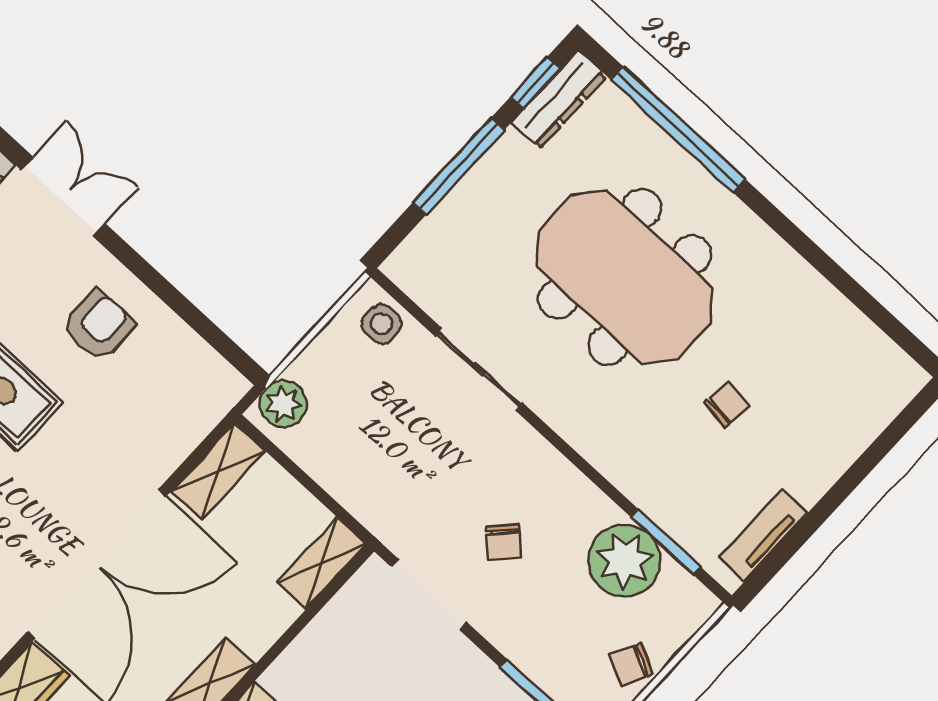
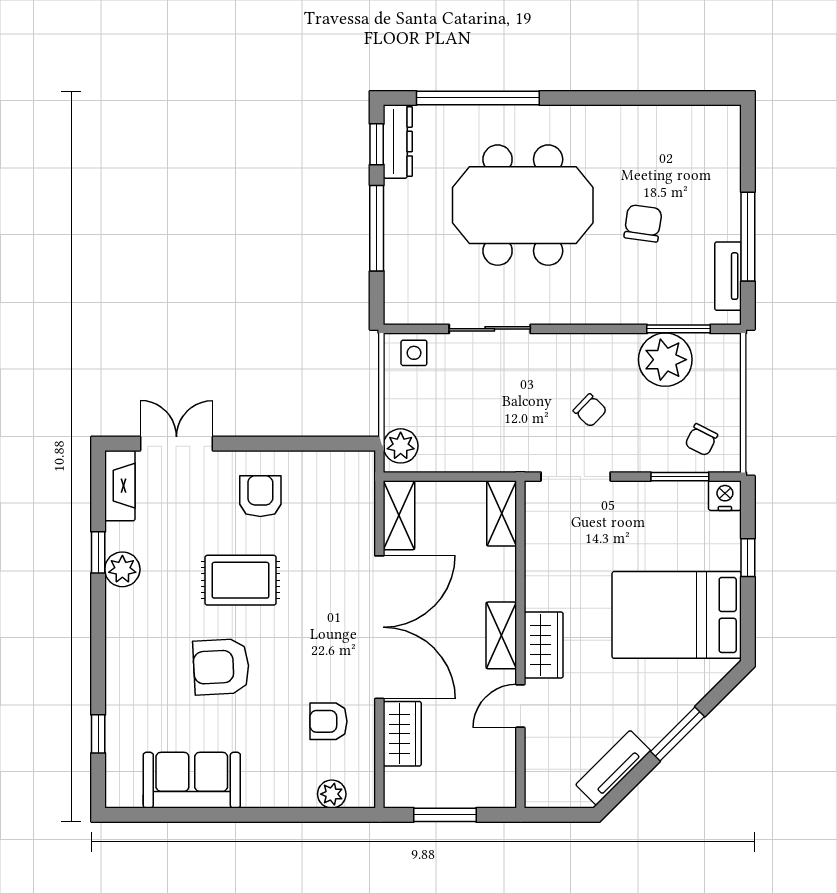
chair: (727, 405) -> (643, 223), width x1.37, depth x1.37
window: (819, 514) -> (748, 237), added
chair: (631, 664) -> (701, 440), moved

